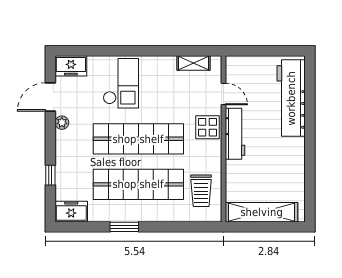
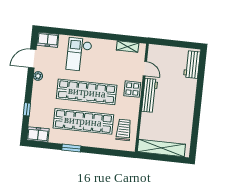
checkout: (121, 83) -> (79, 55), turned 180
workbench: (291, 98) -> (192, 64), width x0.53, depth x0.76
trolley: (201, 191) -> (124, 130), turned 180

